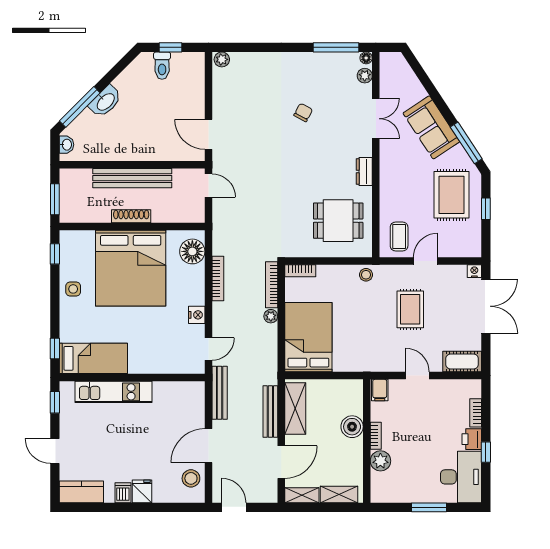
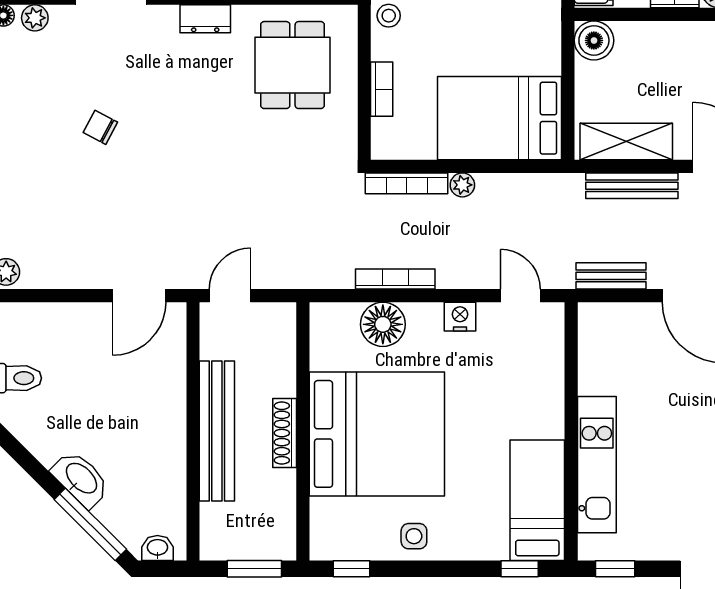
floor lamp: (192, 251) -> (383, 324), moved
bookcase: (300, 271) -> (382, 89), moved
bench: (220, 393) -> (611, 276), width x0.73
boiler: (352, 427) -> (594, 40), moved

